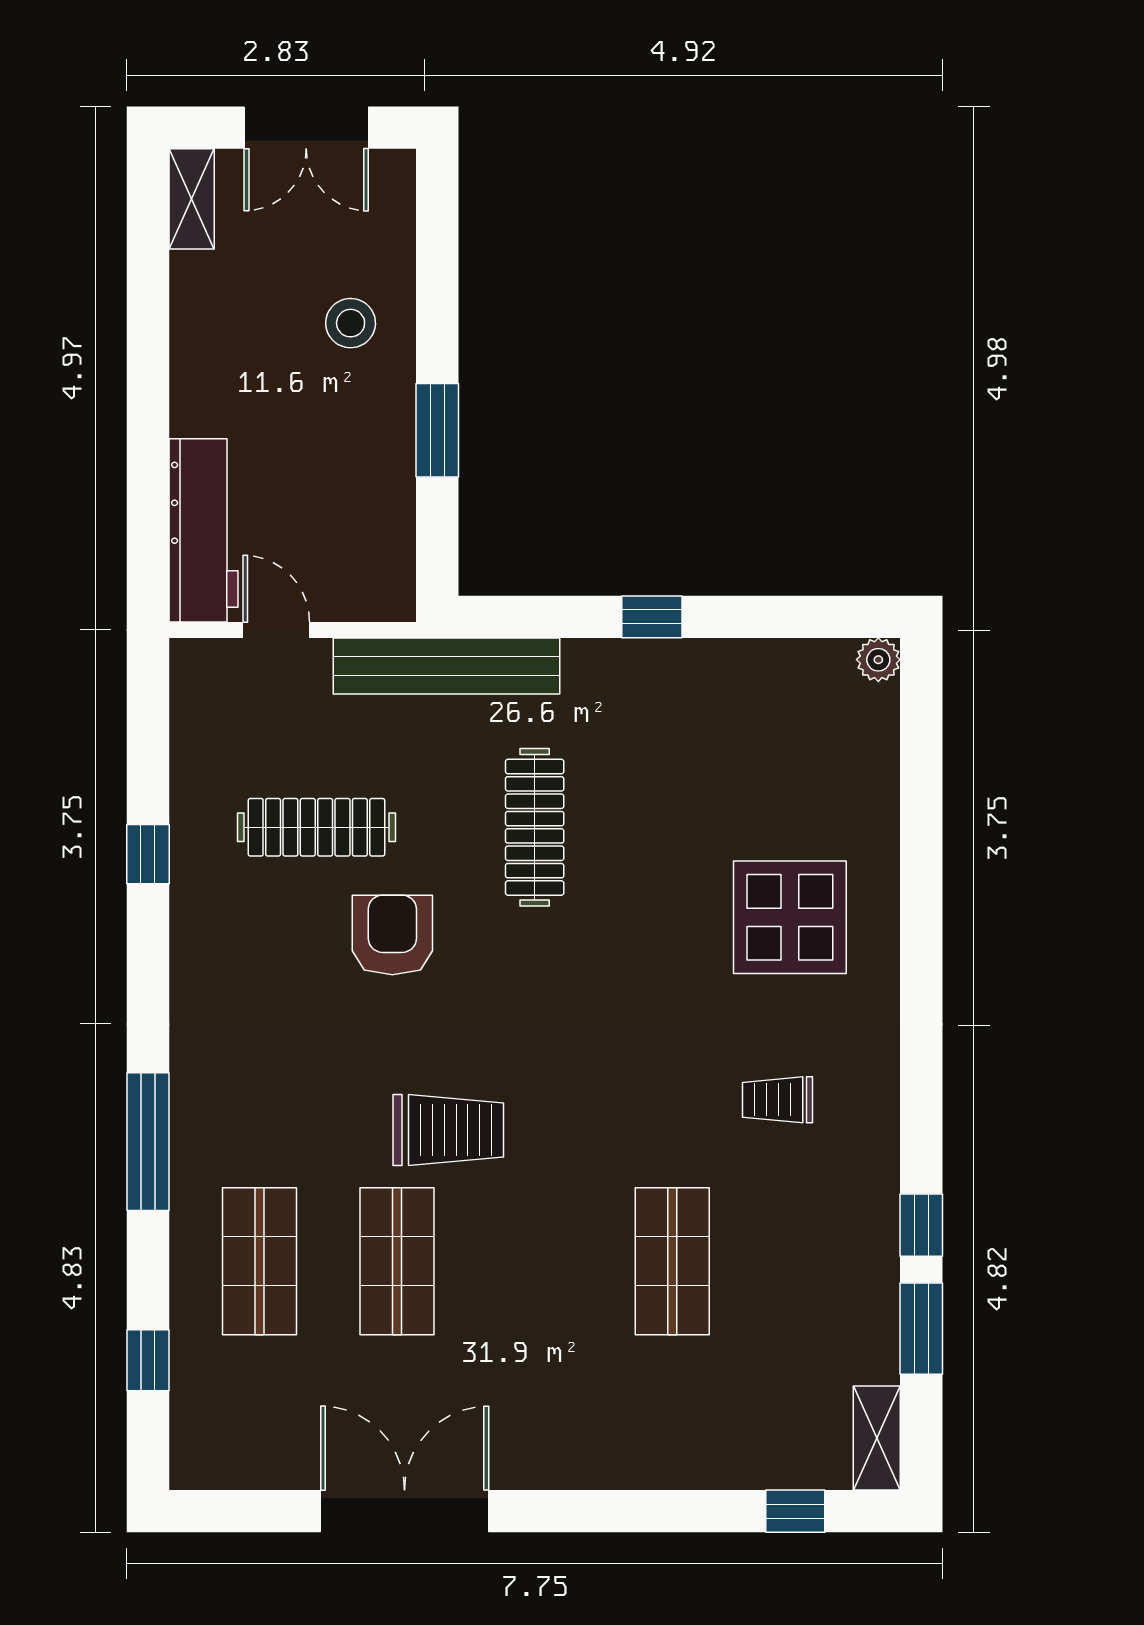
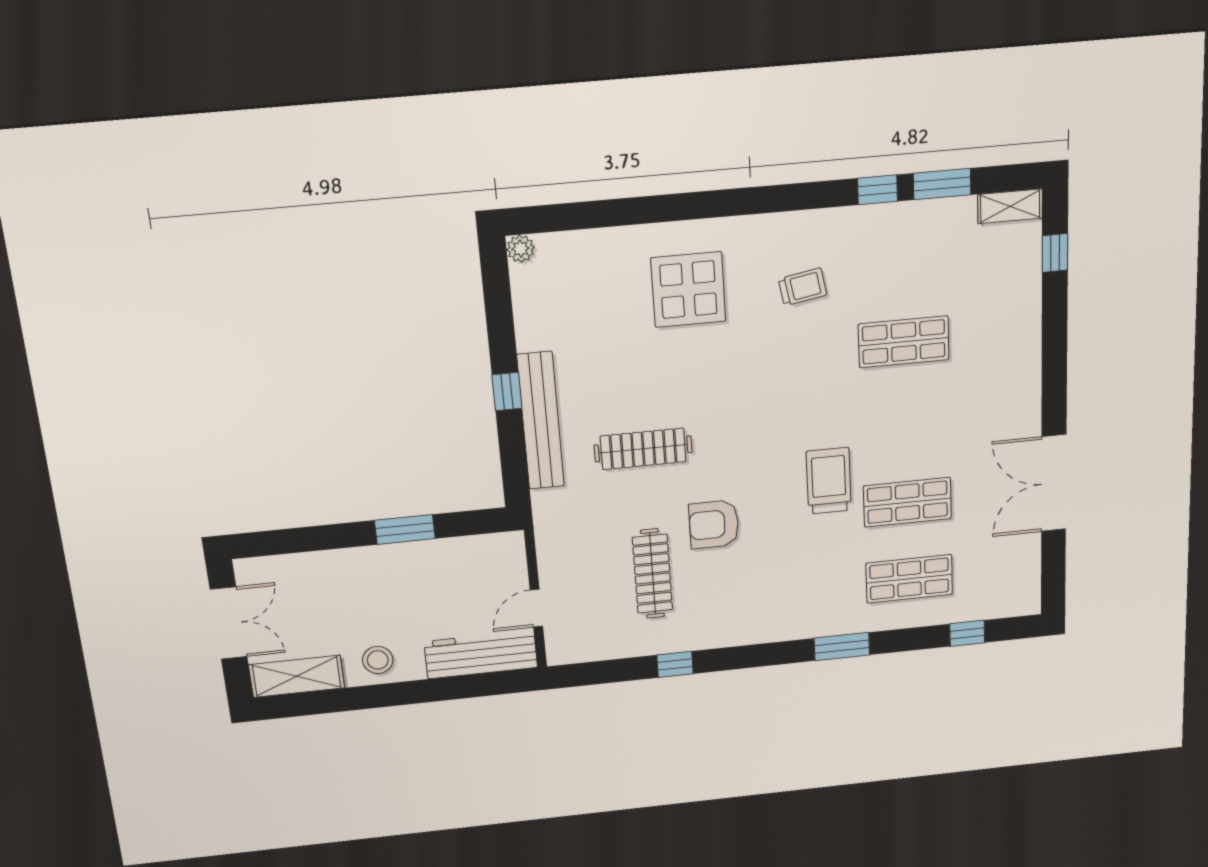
shelving: (192, 199) -> (297, 676), width x1.50, depth x1.33
stool: (351, 323) -> (378, 660), moved
bench: (446, 666) -> (541, 421), moved
trolley: (777, 1100) -> (803, 287), turned -100
window: (148, 1142) -> (842, 647), width x0.69

